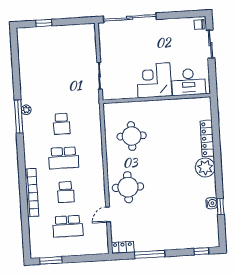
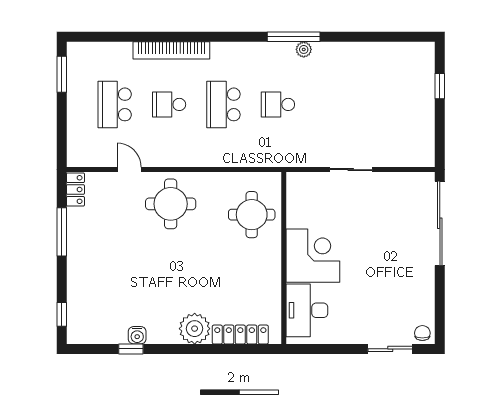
corner desk: (154, 80) -> (313, 256), moved
desk: (188, 82) -> (307, 310), moved
wall: (157, 98) -> (284, 258), moved

